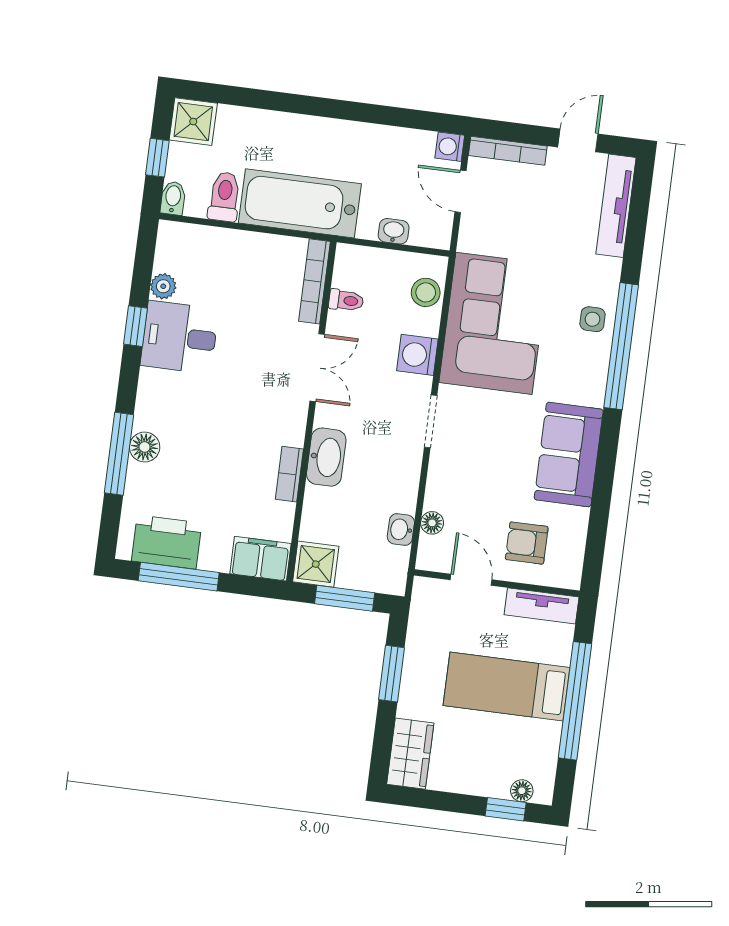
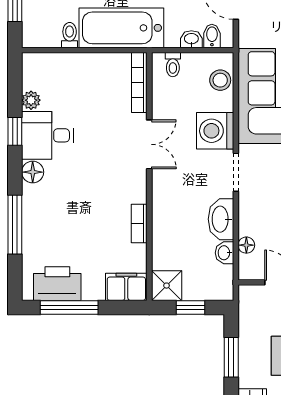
toilet: (224, 197) -> (70, 35), width x0.73, depth x0.72
bidet: (173, 198) -> (212, 36), moved
toilet: (346, 300) -> (173, 65), moved, turned 90
washing machine: (417, 355) -> (215, 131), width x1.37, depth x1.37
floor lamp: (145, 447) -> (33, 172), moved
washbasin: (326, 457) -> (221, 219), moved, turned 180
window: (345, 598) -> (190, 307), width x0.67

